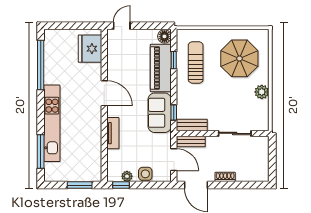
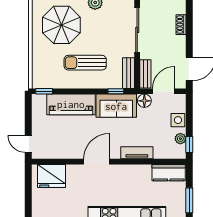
floor lamp: (164, 36) -> (144, 101), moved
window: (174, 60) -> (44, 91), moved
sun lounger: (196, 62) -> (85, 63), moved
sliding door: (235, 133) -> (137, 30), width x1.37
kitchen counter: (93, 165) -> (169, 173), added
shoe rack: (225, 177) -> (181, 25), moved
window: (80, 185) -> (189, 200), moved

